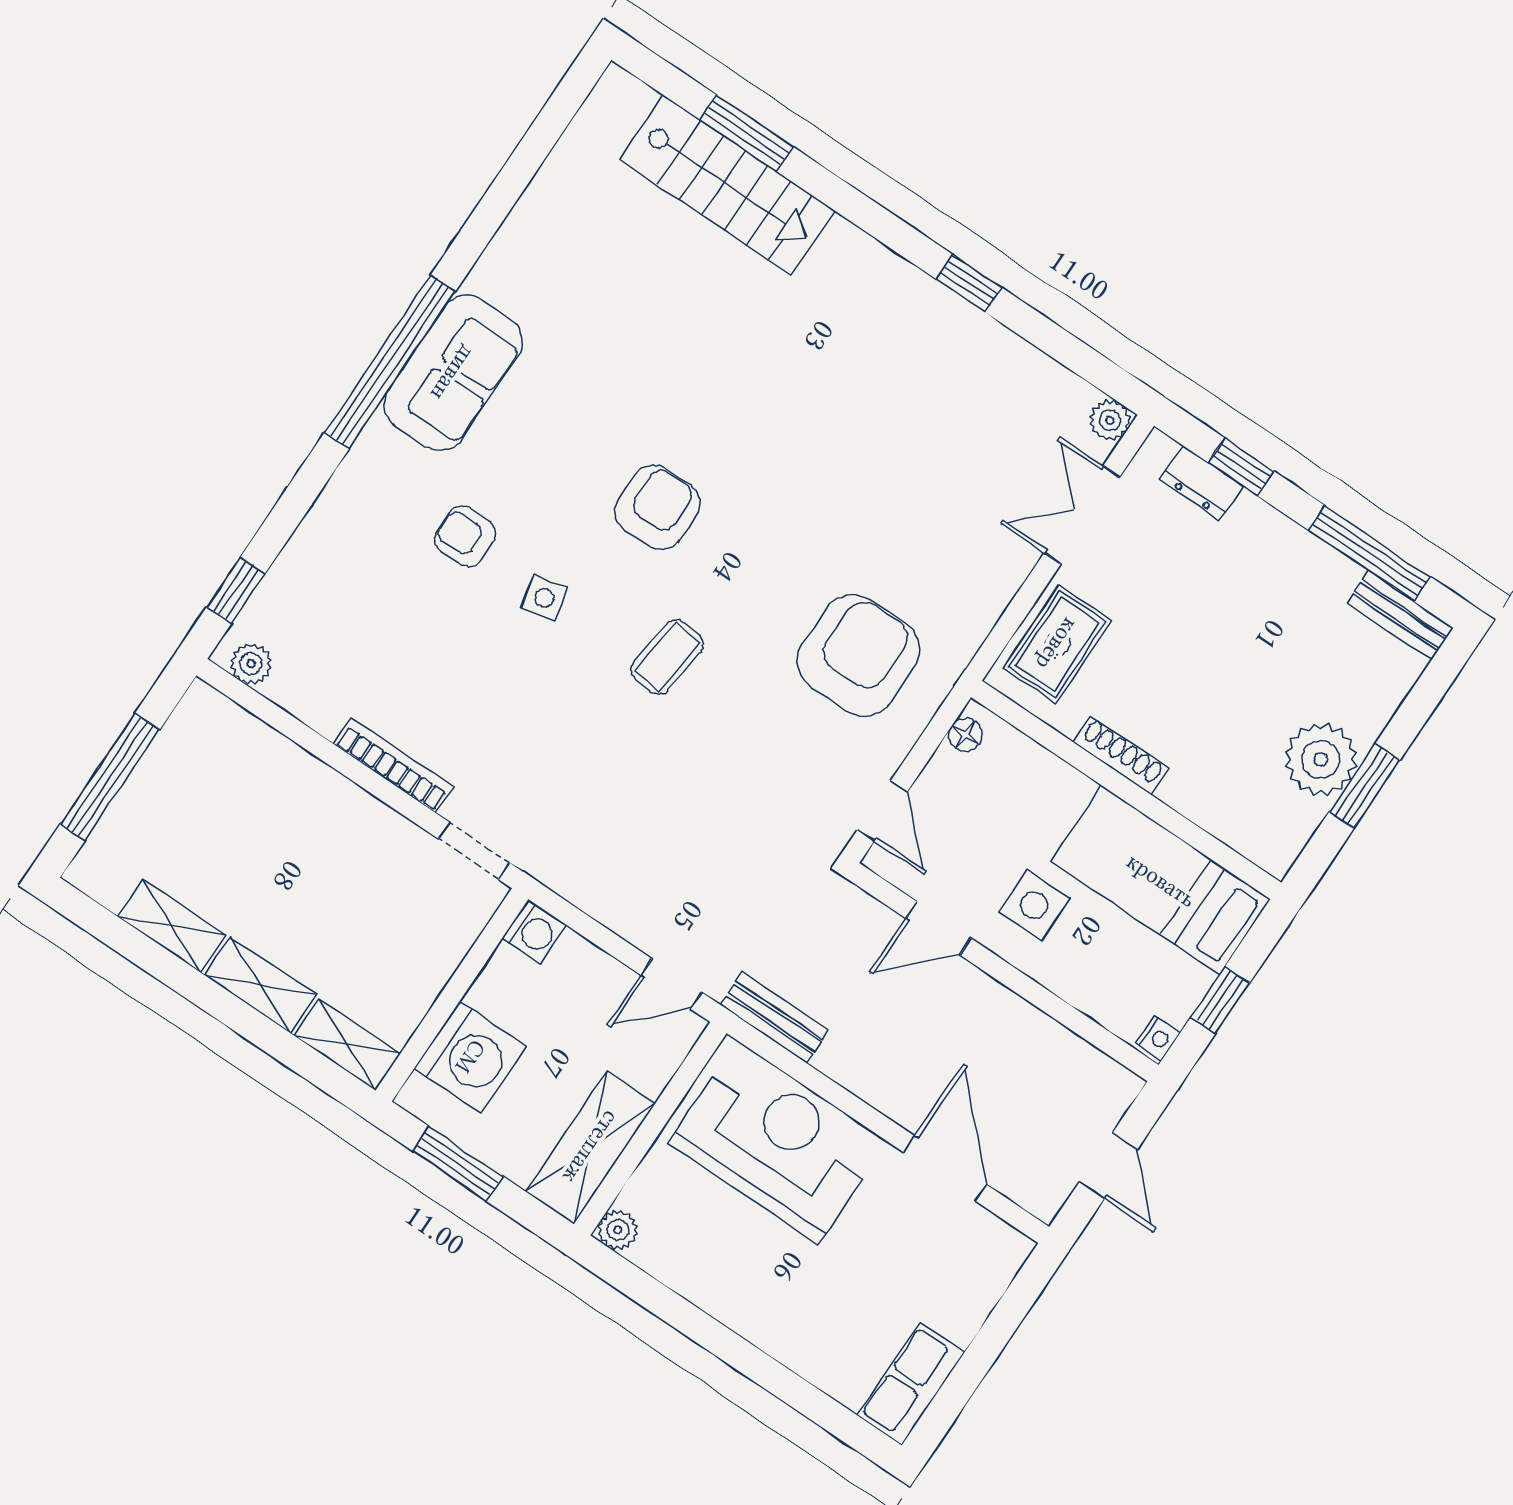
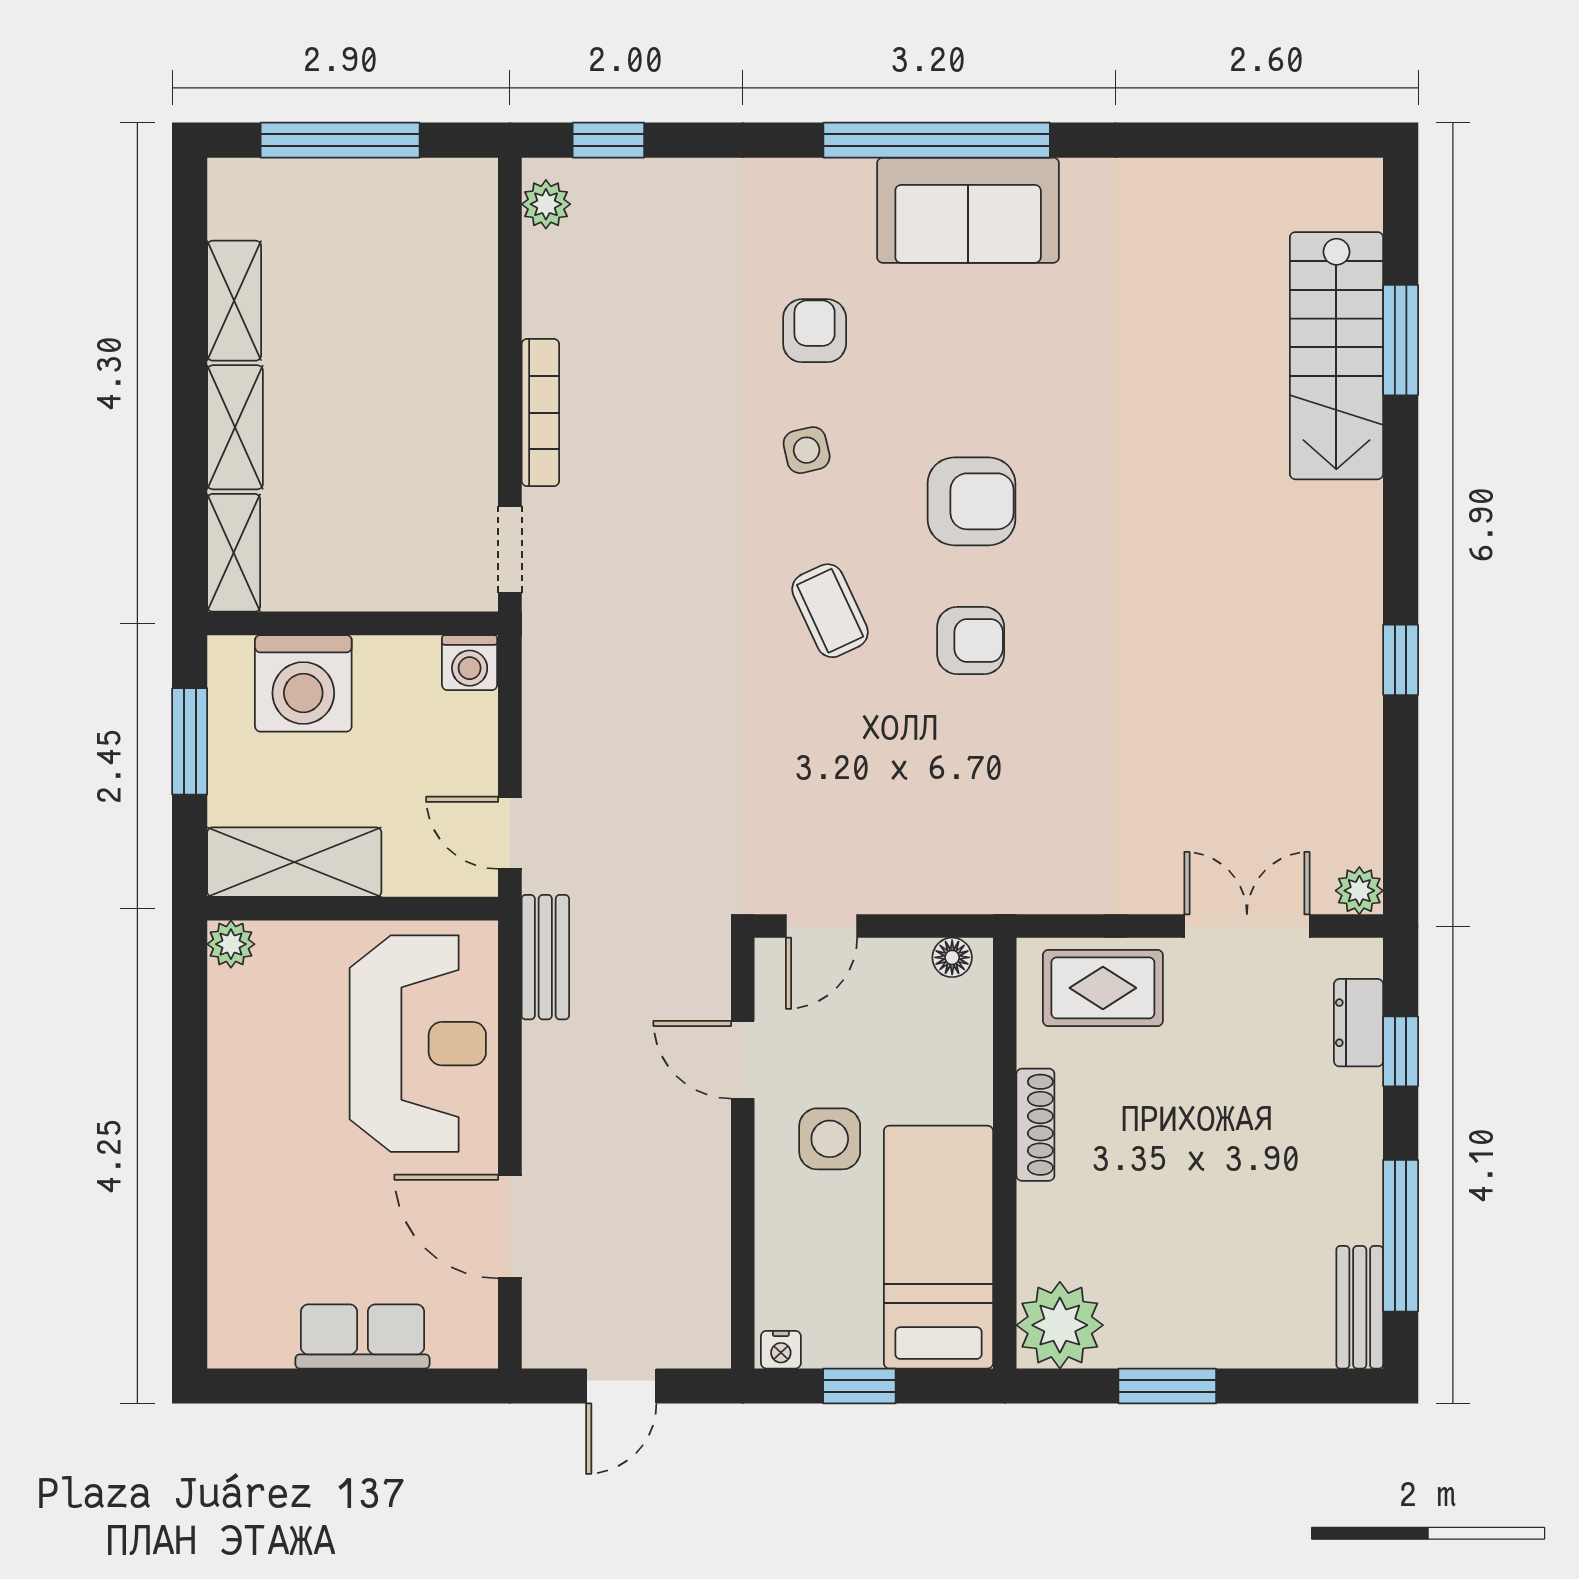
armchair: (858, 655) -> (971, 641), moved, width x0.53, depth x0.53
coffee table: (667, 657) -> (830, 611), turned 58
plant: (1321, 759) -> (1060, 1325), moved
door: (945, 1168) -> (510, 1227), swing flipped
row of seats: (911, 1384) -> (363, 1336), moved

